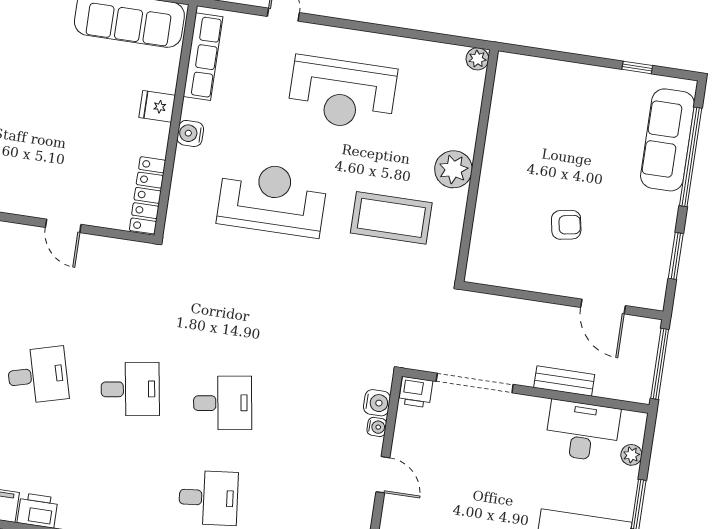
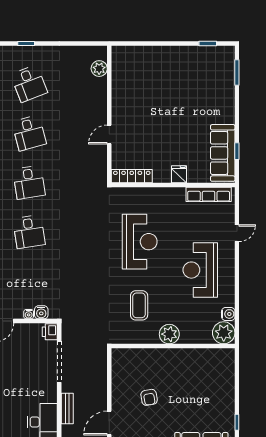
plant: (477, 59) -> (224, 333), width x1.87, depth x1.87
water cooler: (190, 133) -> (228, 314), moved, turned 90
coffee table: (391, 218) -> (139, 305), width x0.73, depth x0.76

